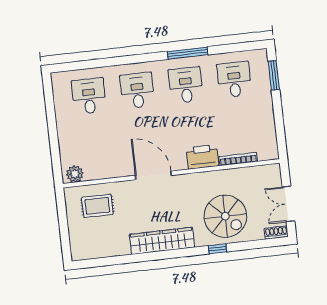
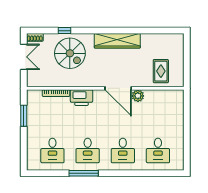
window: (274, 75) -> (24, 116), moved
plant: (75, 174) -> (138, 96), moved
rug: (97, 206) -> (161, 71), turned 90
spiral stairs: (225, 216) -> (70, 53), turned 180
window: (217, 249) -> (64, 31), moved

